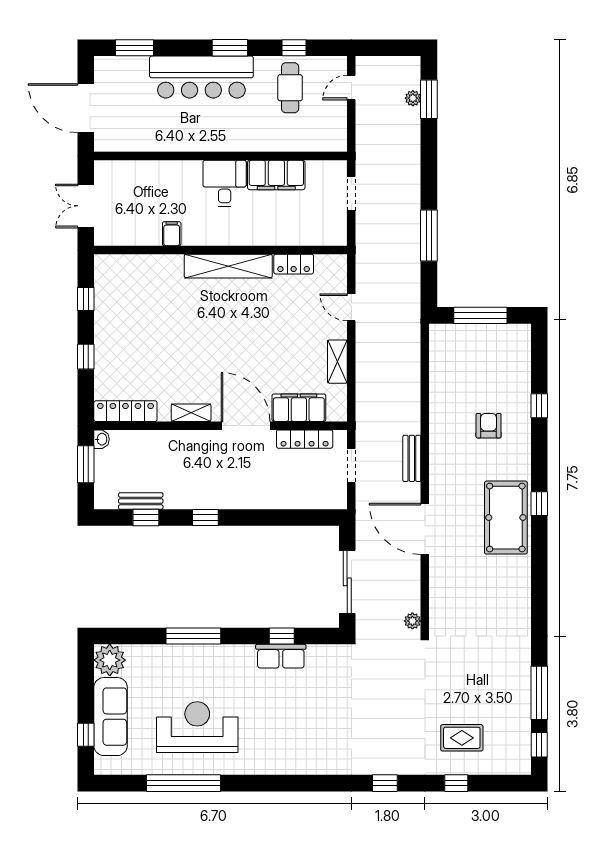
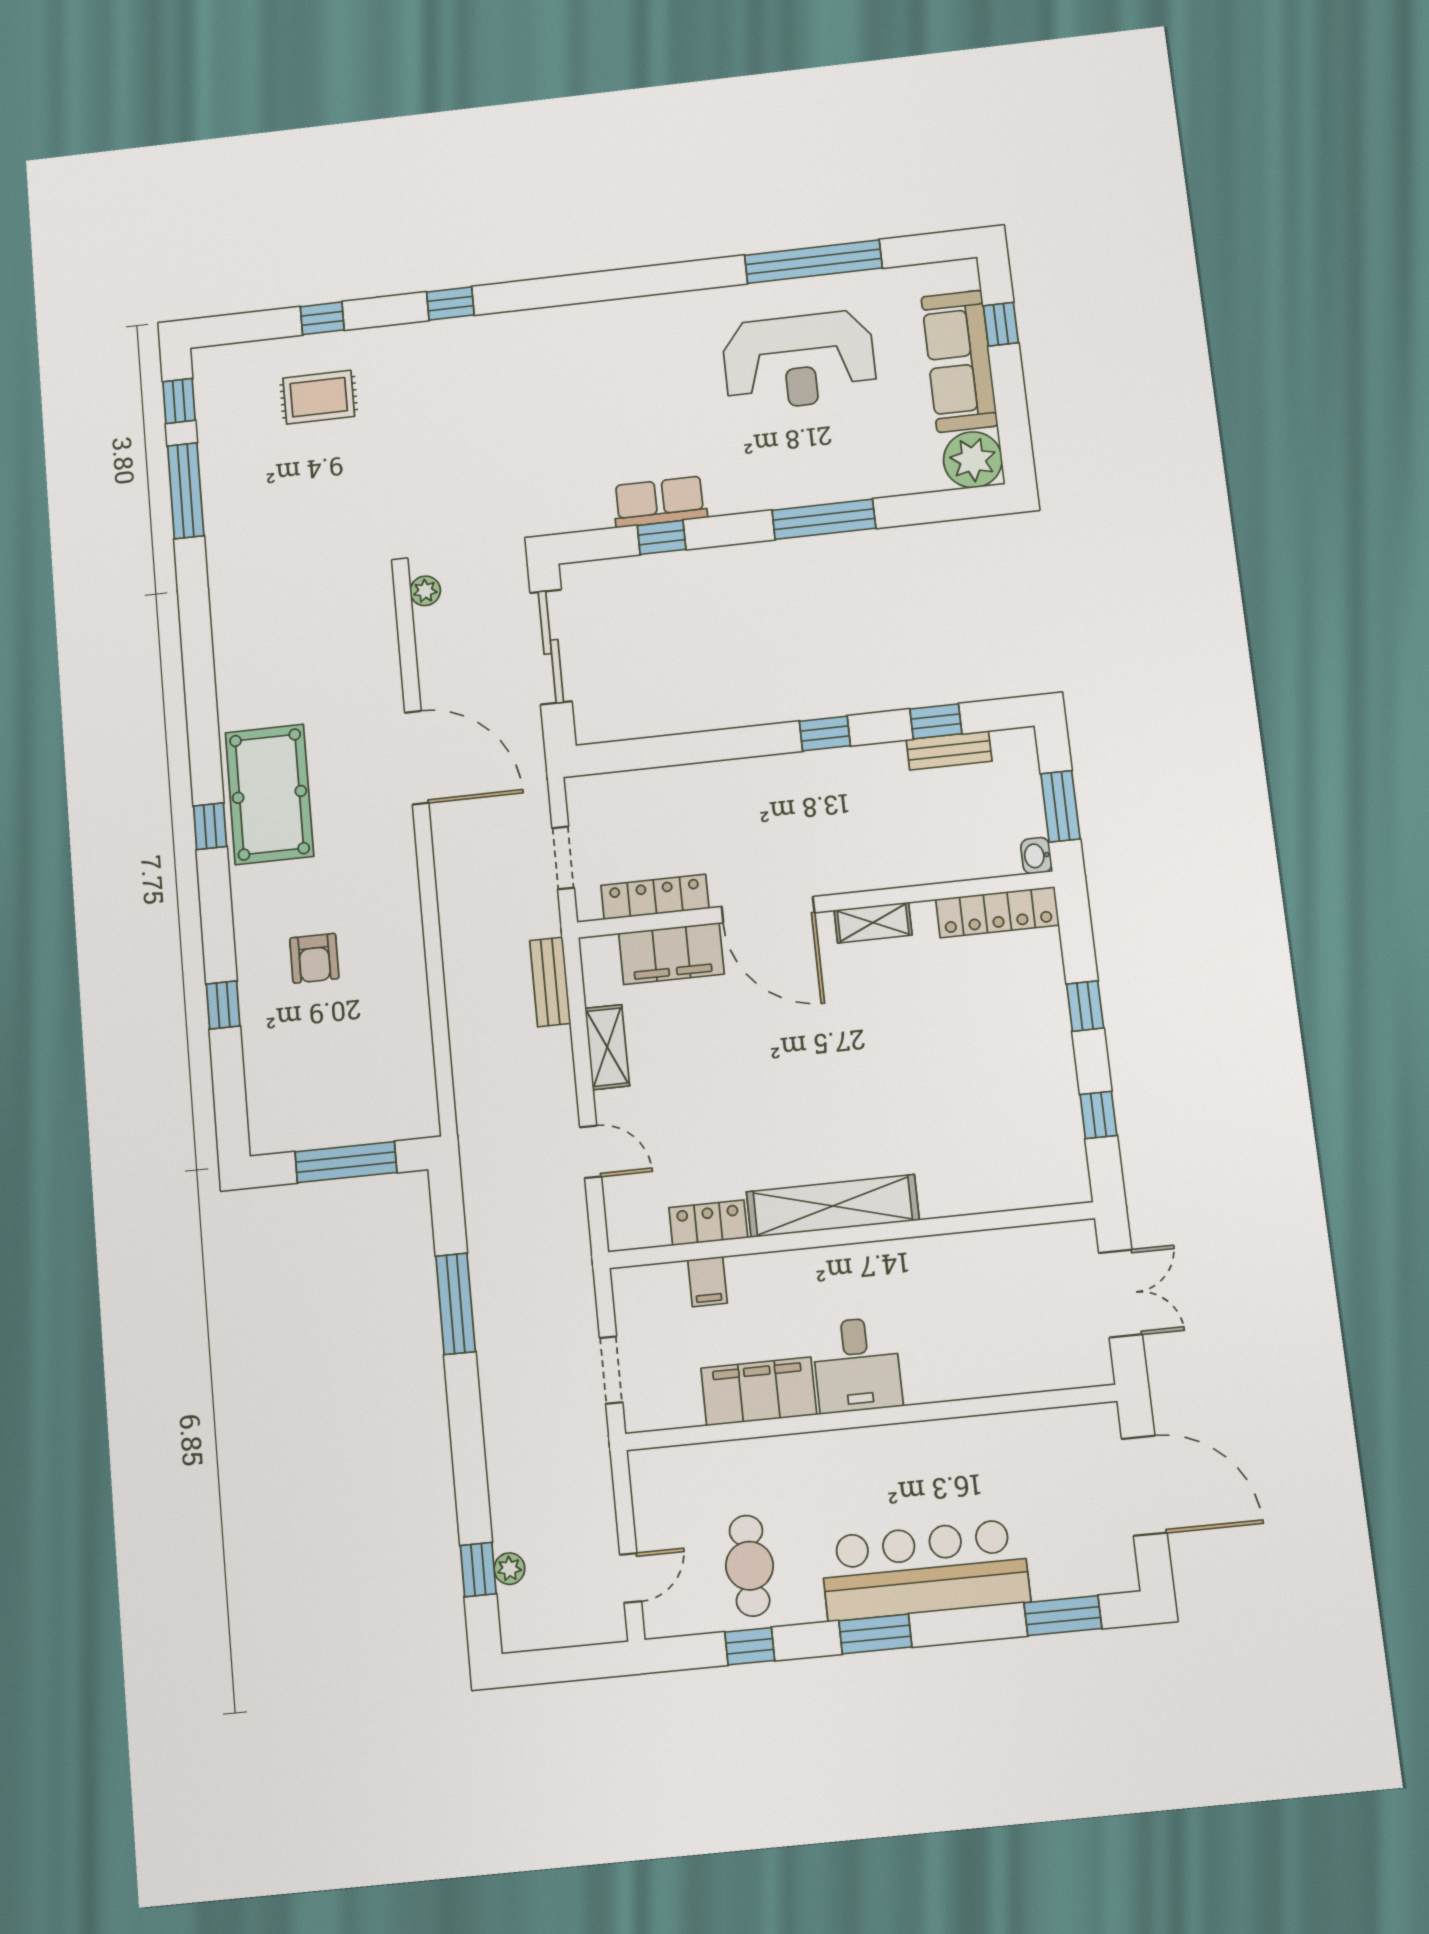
window: (429, 99) -> (478, 1570), width x0.67
filing cabinet: (172, 234) -> (707, 1282), moved
bench: (412, 458) -> (550, 982), moved

